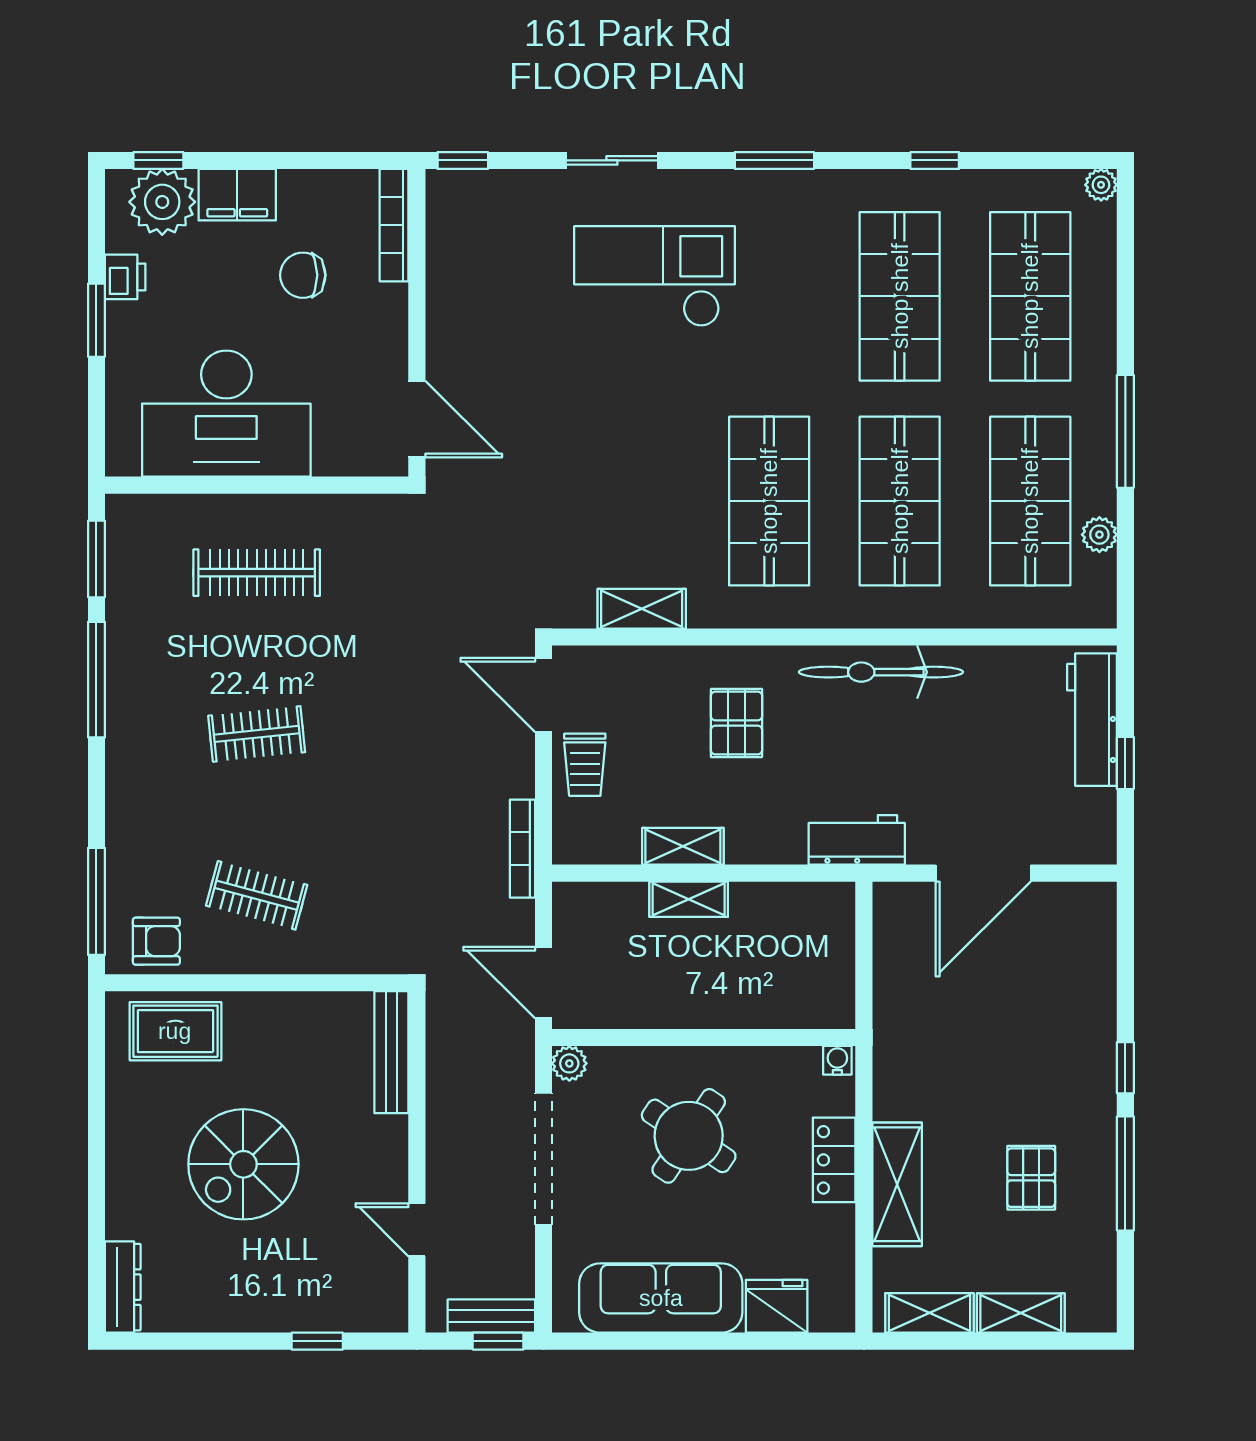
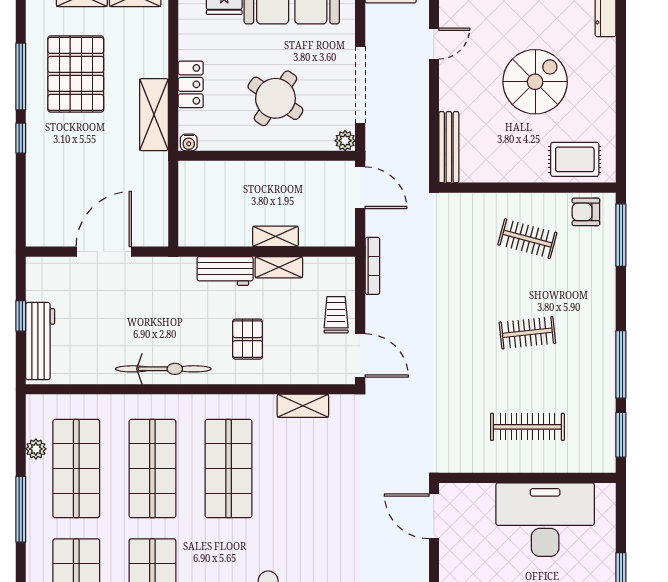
workbench: (857, 840) -> (225, 271), moved
pallet: (1031, 1178) -> (76, 74), width x2.05, depth x2.00
shelving: (897, 1184) -> (154, 115), moved
door: (417, 1230) -> (434, 44), hinge flipped

